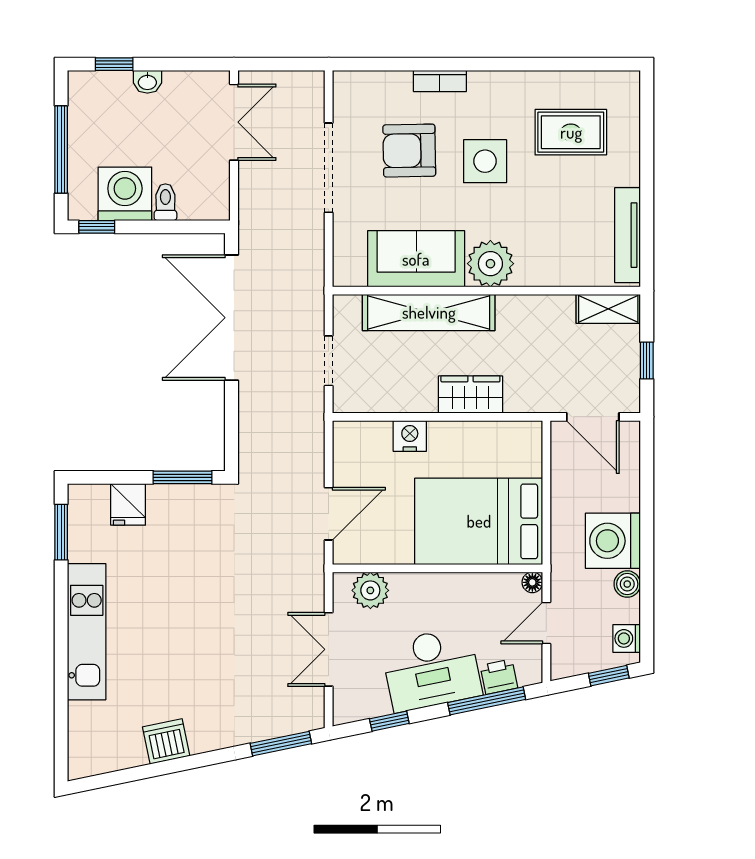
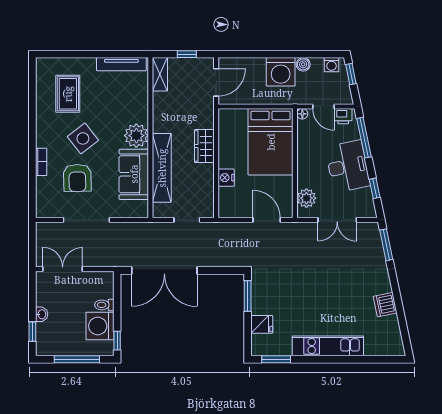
side table: (485, 161) -> (83, 138), turned -38
printer: (499, 677) -> (343, 116), moved, turned -78

